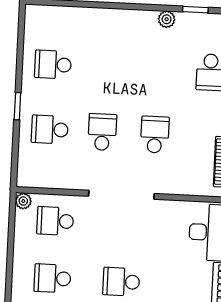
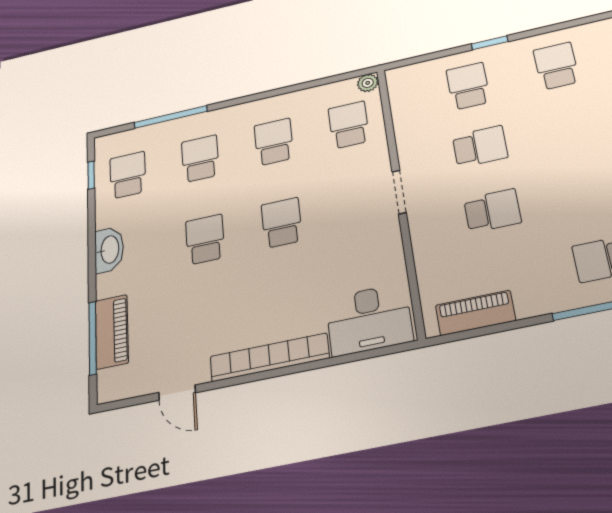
doorway: (121, 195) -> (399, 192), width x0.53

